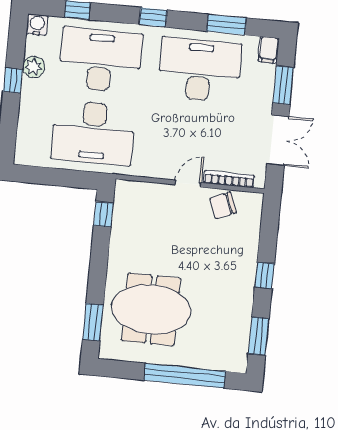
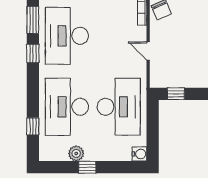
window: (153, 17) -> (33, 53), moved
water cooler: (37, 25) -> (139, 154), moved, turned 180
door: (188, 184) -> (148, 51), moved

